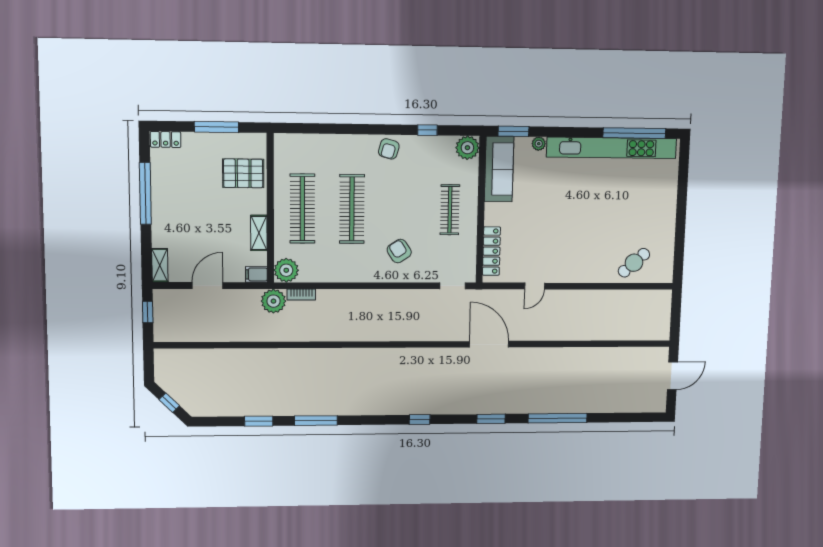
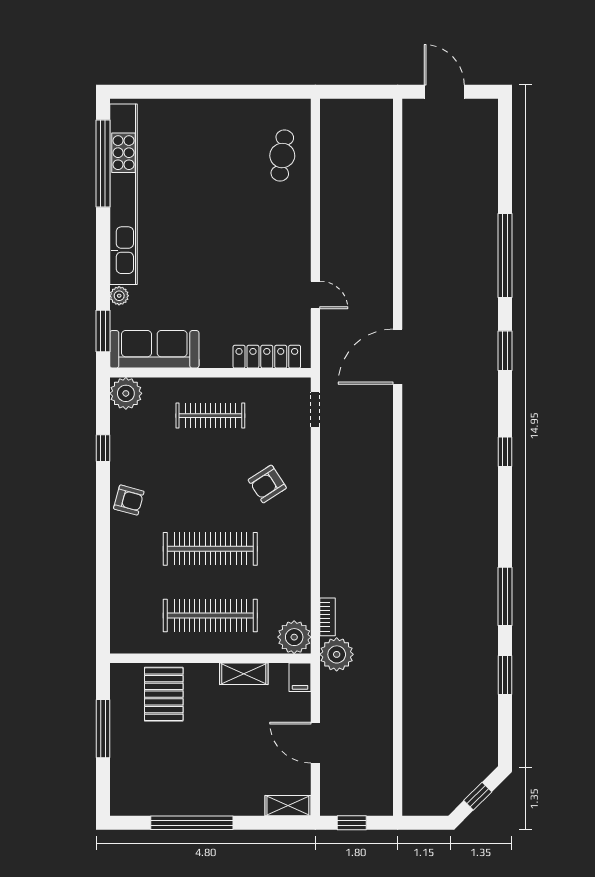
locker: (166, 139) -> (120, 795), removed
cafe table: (634, 263) -> (282, 156), turned 50

